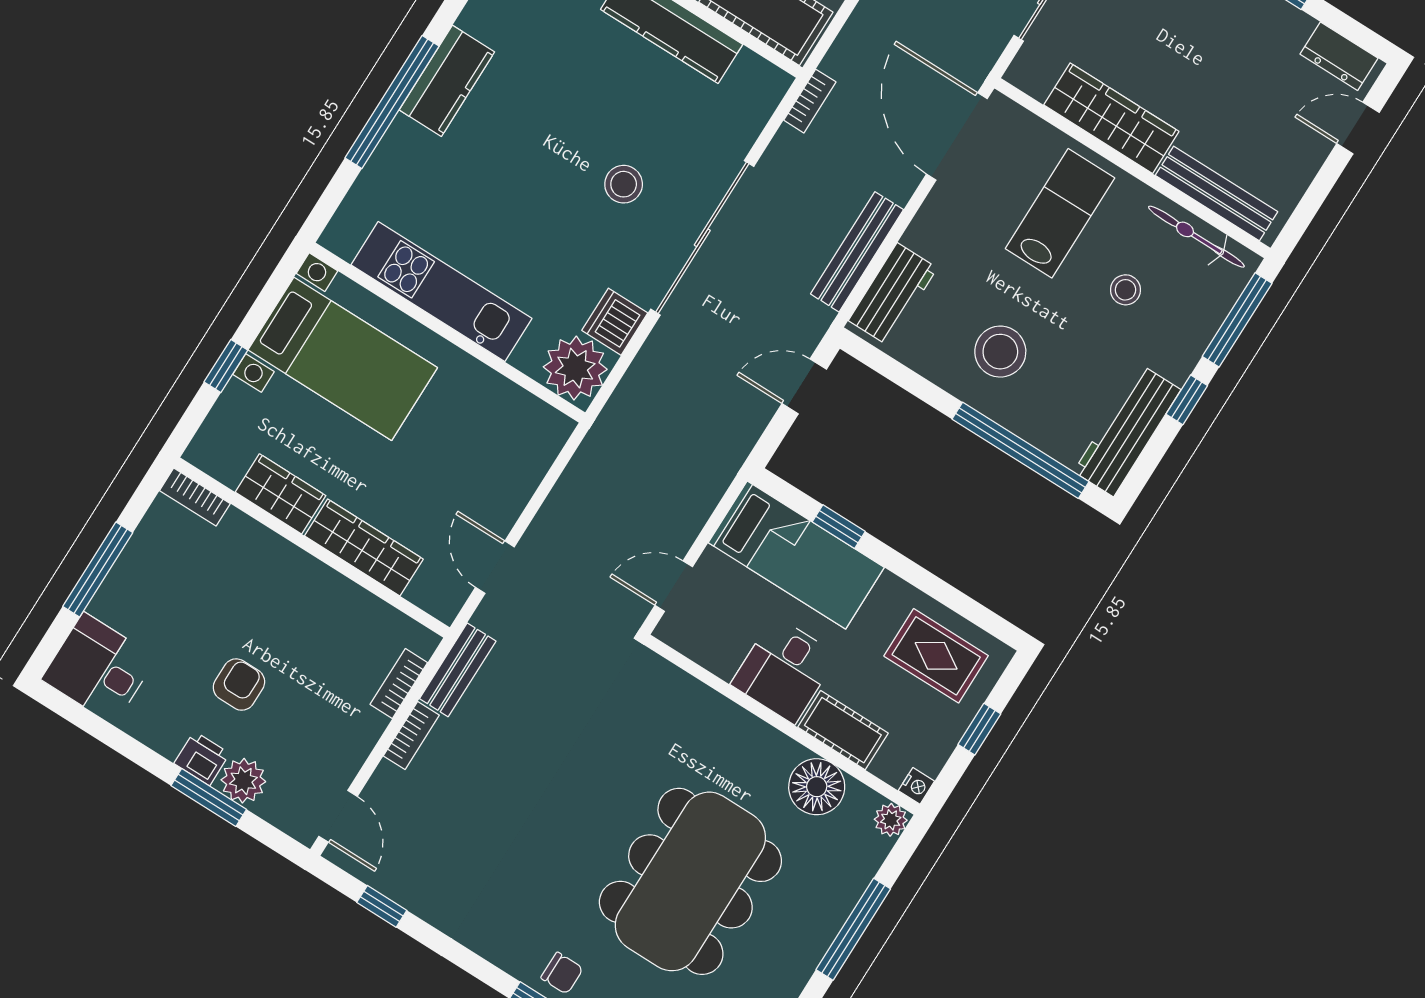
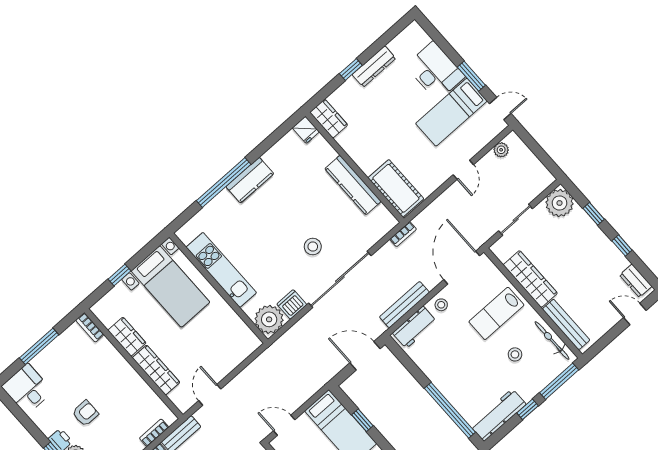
lab bench: (1060, 213) -> (496, 313), turned 180
stool: (1000, 352) -> (441, 305), moved, width x0.53, depth x0.53
door: (804, 386) -> (365, 356), width x1.38

